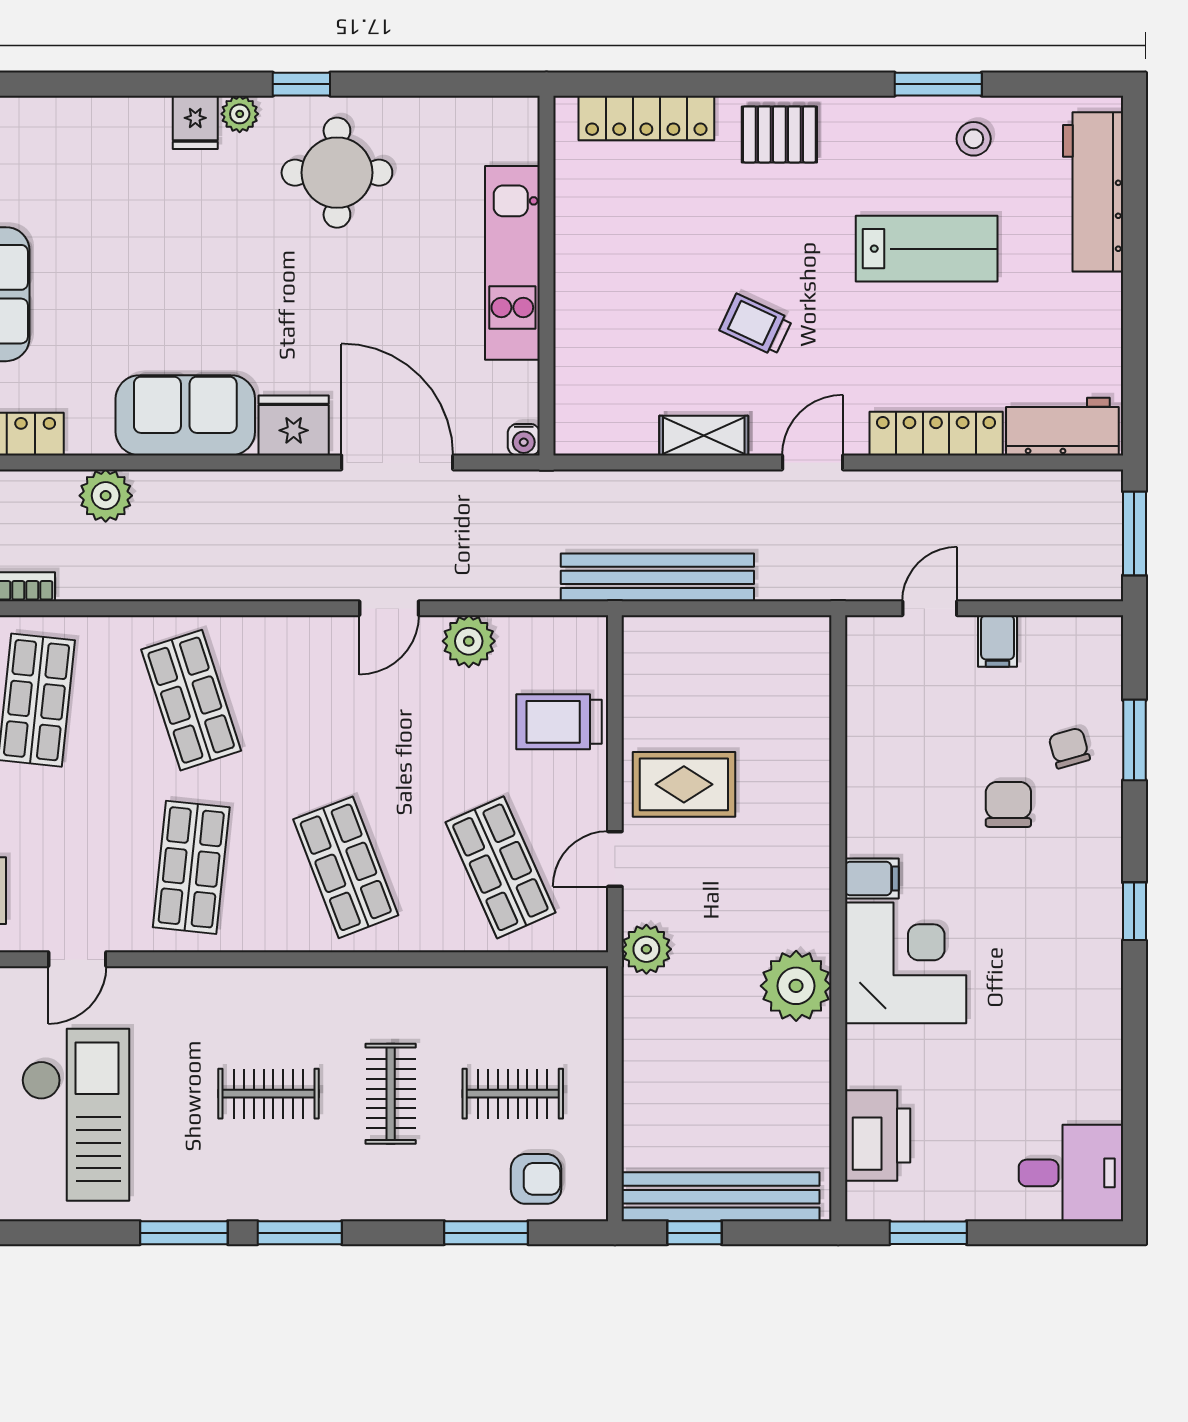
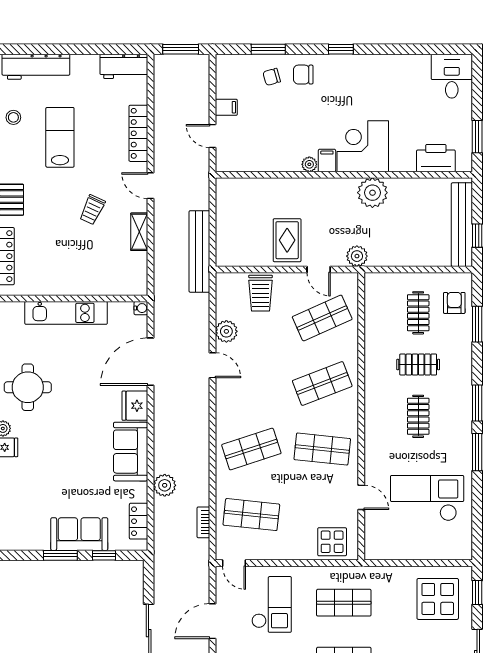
workbench: (1062, 427) -> (124, 66), moved, turned -90
chair: (1008, 804) -> (303, 75), moved
plant: (863, 837) -> (309, 164), added

